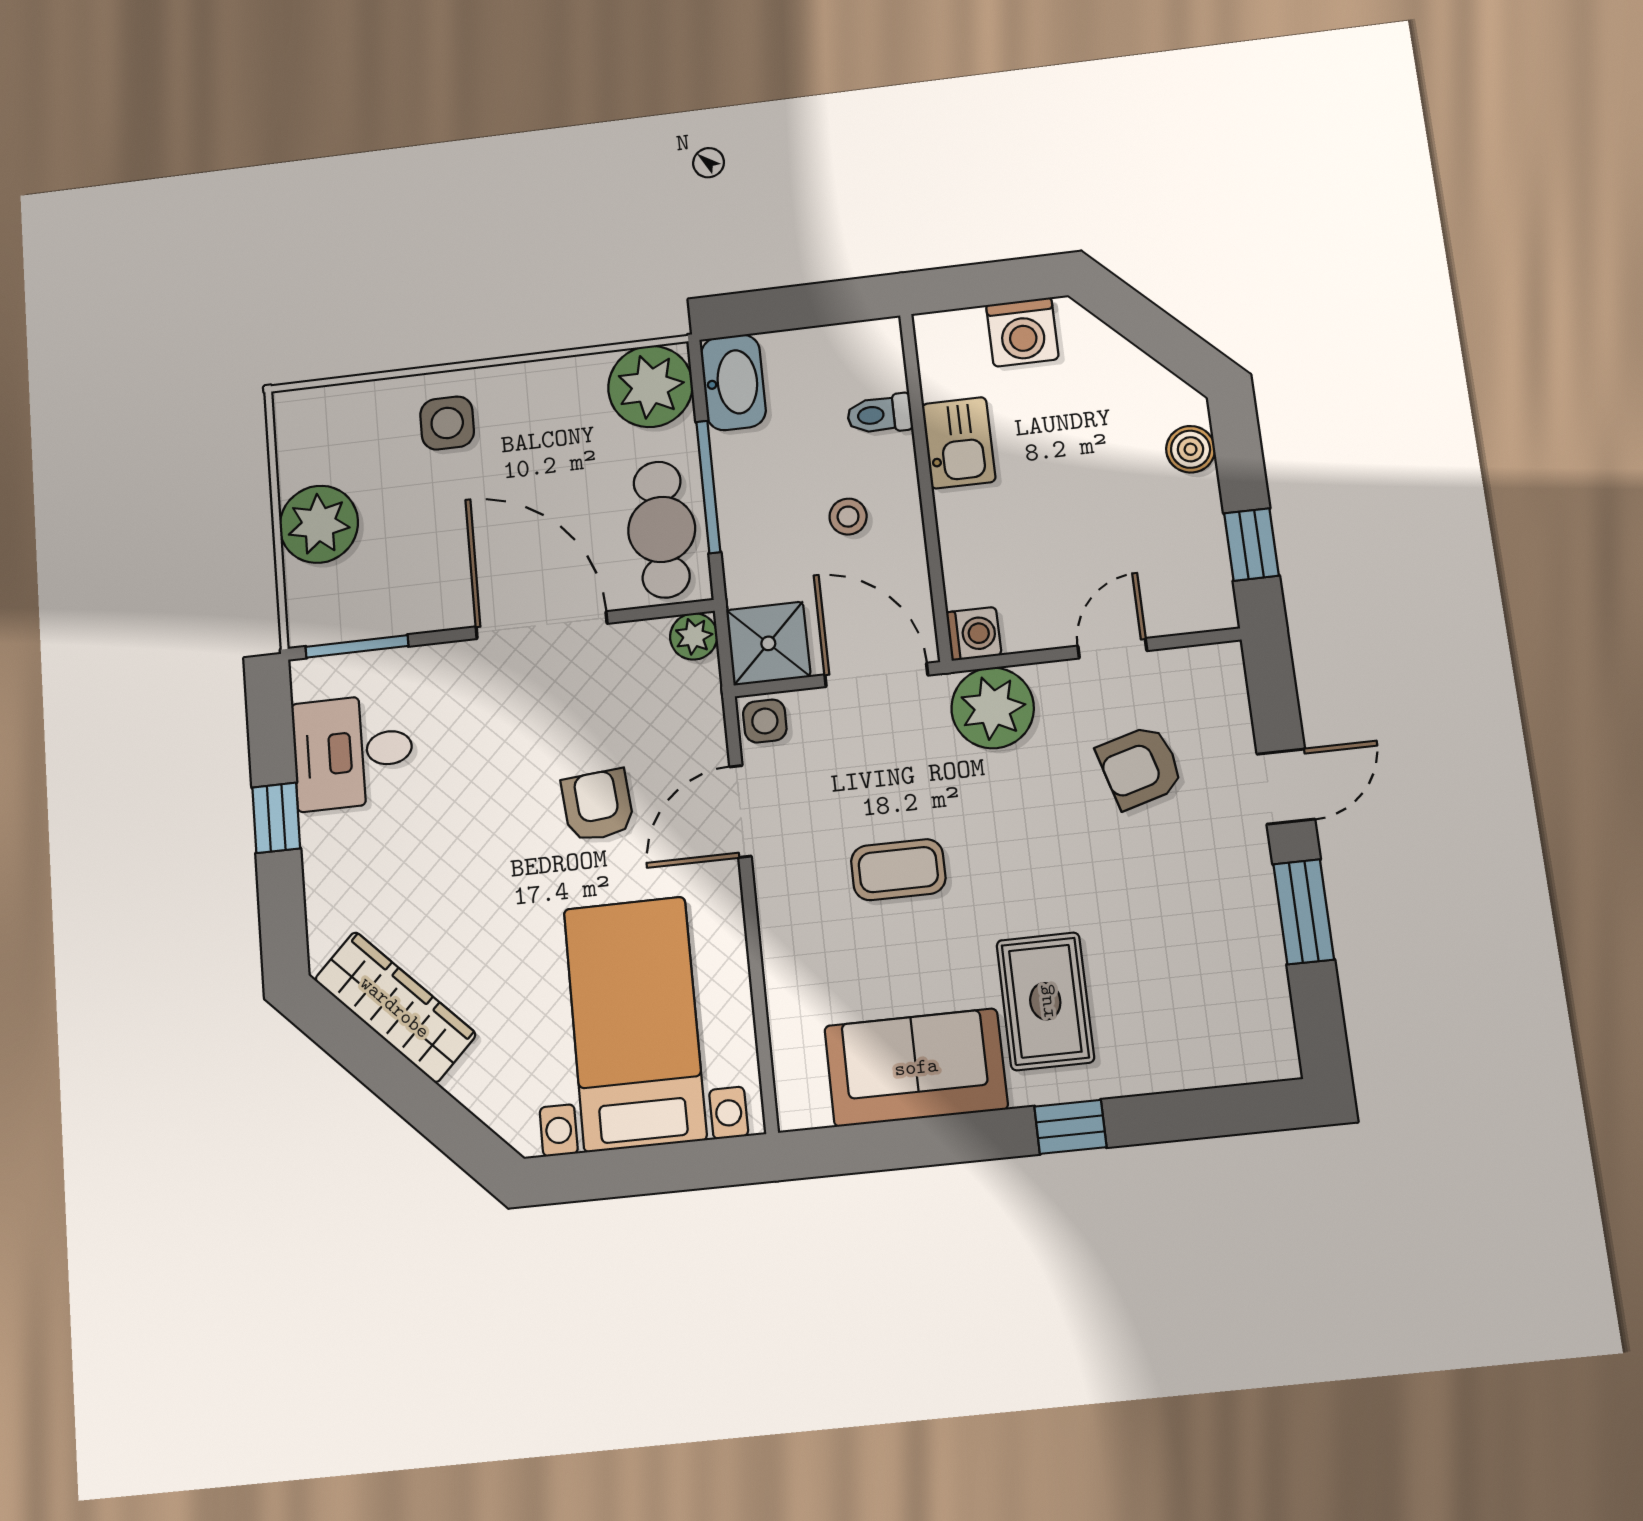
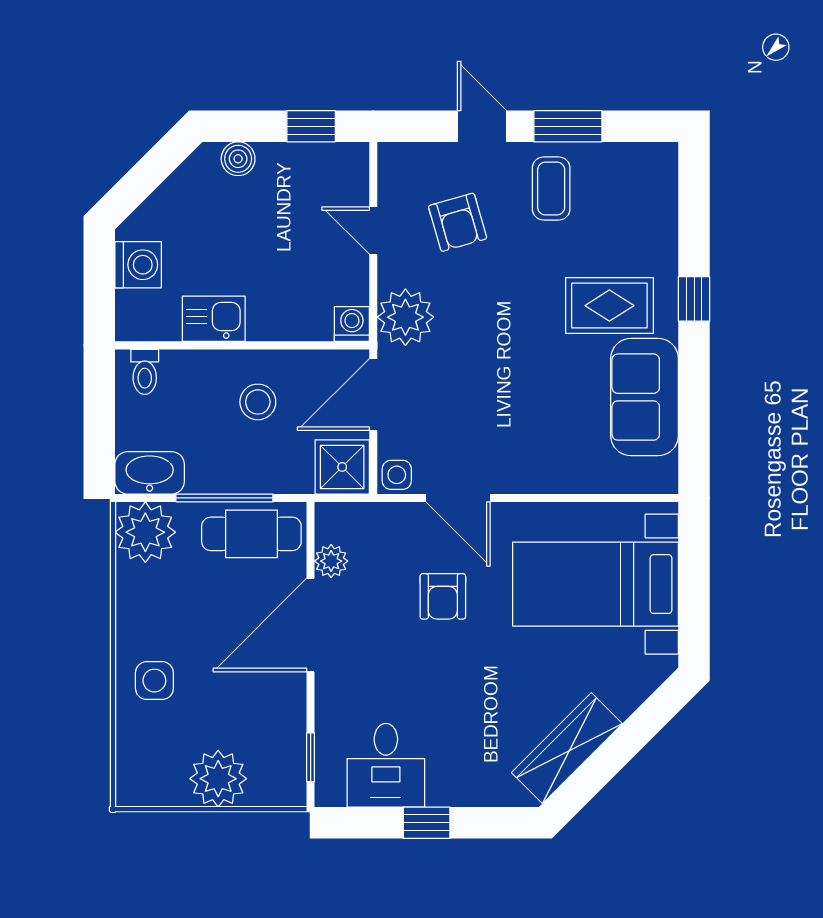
toilet: (880, 414) -> (145, 372), moved
stool: (848, 517) -> (258, 402), width x1.37, depth x1.37
plant: (694, 636) -> (331, 561), moved
window: (357, 646) -> (311, 757), width x0.67
armchair: (598, 805) -> (443, 596), turned -85
coffee table: (898, 870) -> (551, 189), moved

